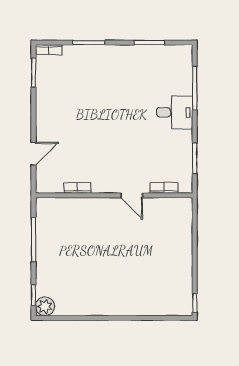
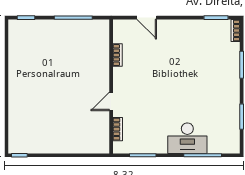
desk: (175, 112) -> (187, 138), width x1.37
plant: (45, 306) -> (16, 27), removed

